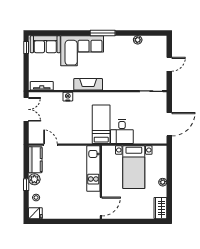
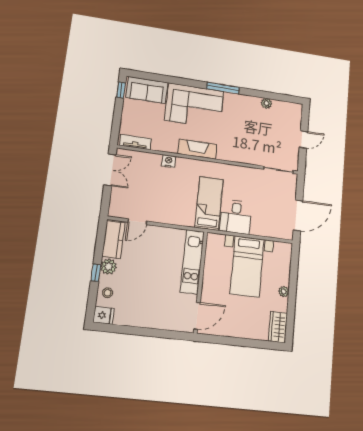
door: (50, 145) -> (137, 222), swing flipped

